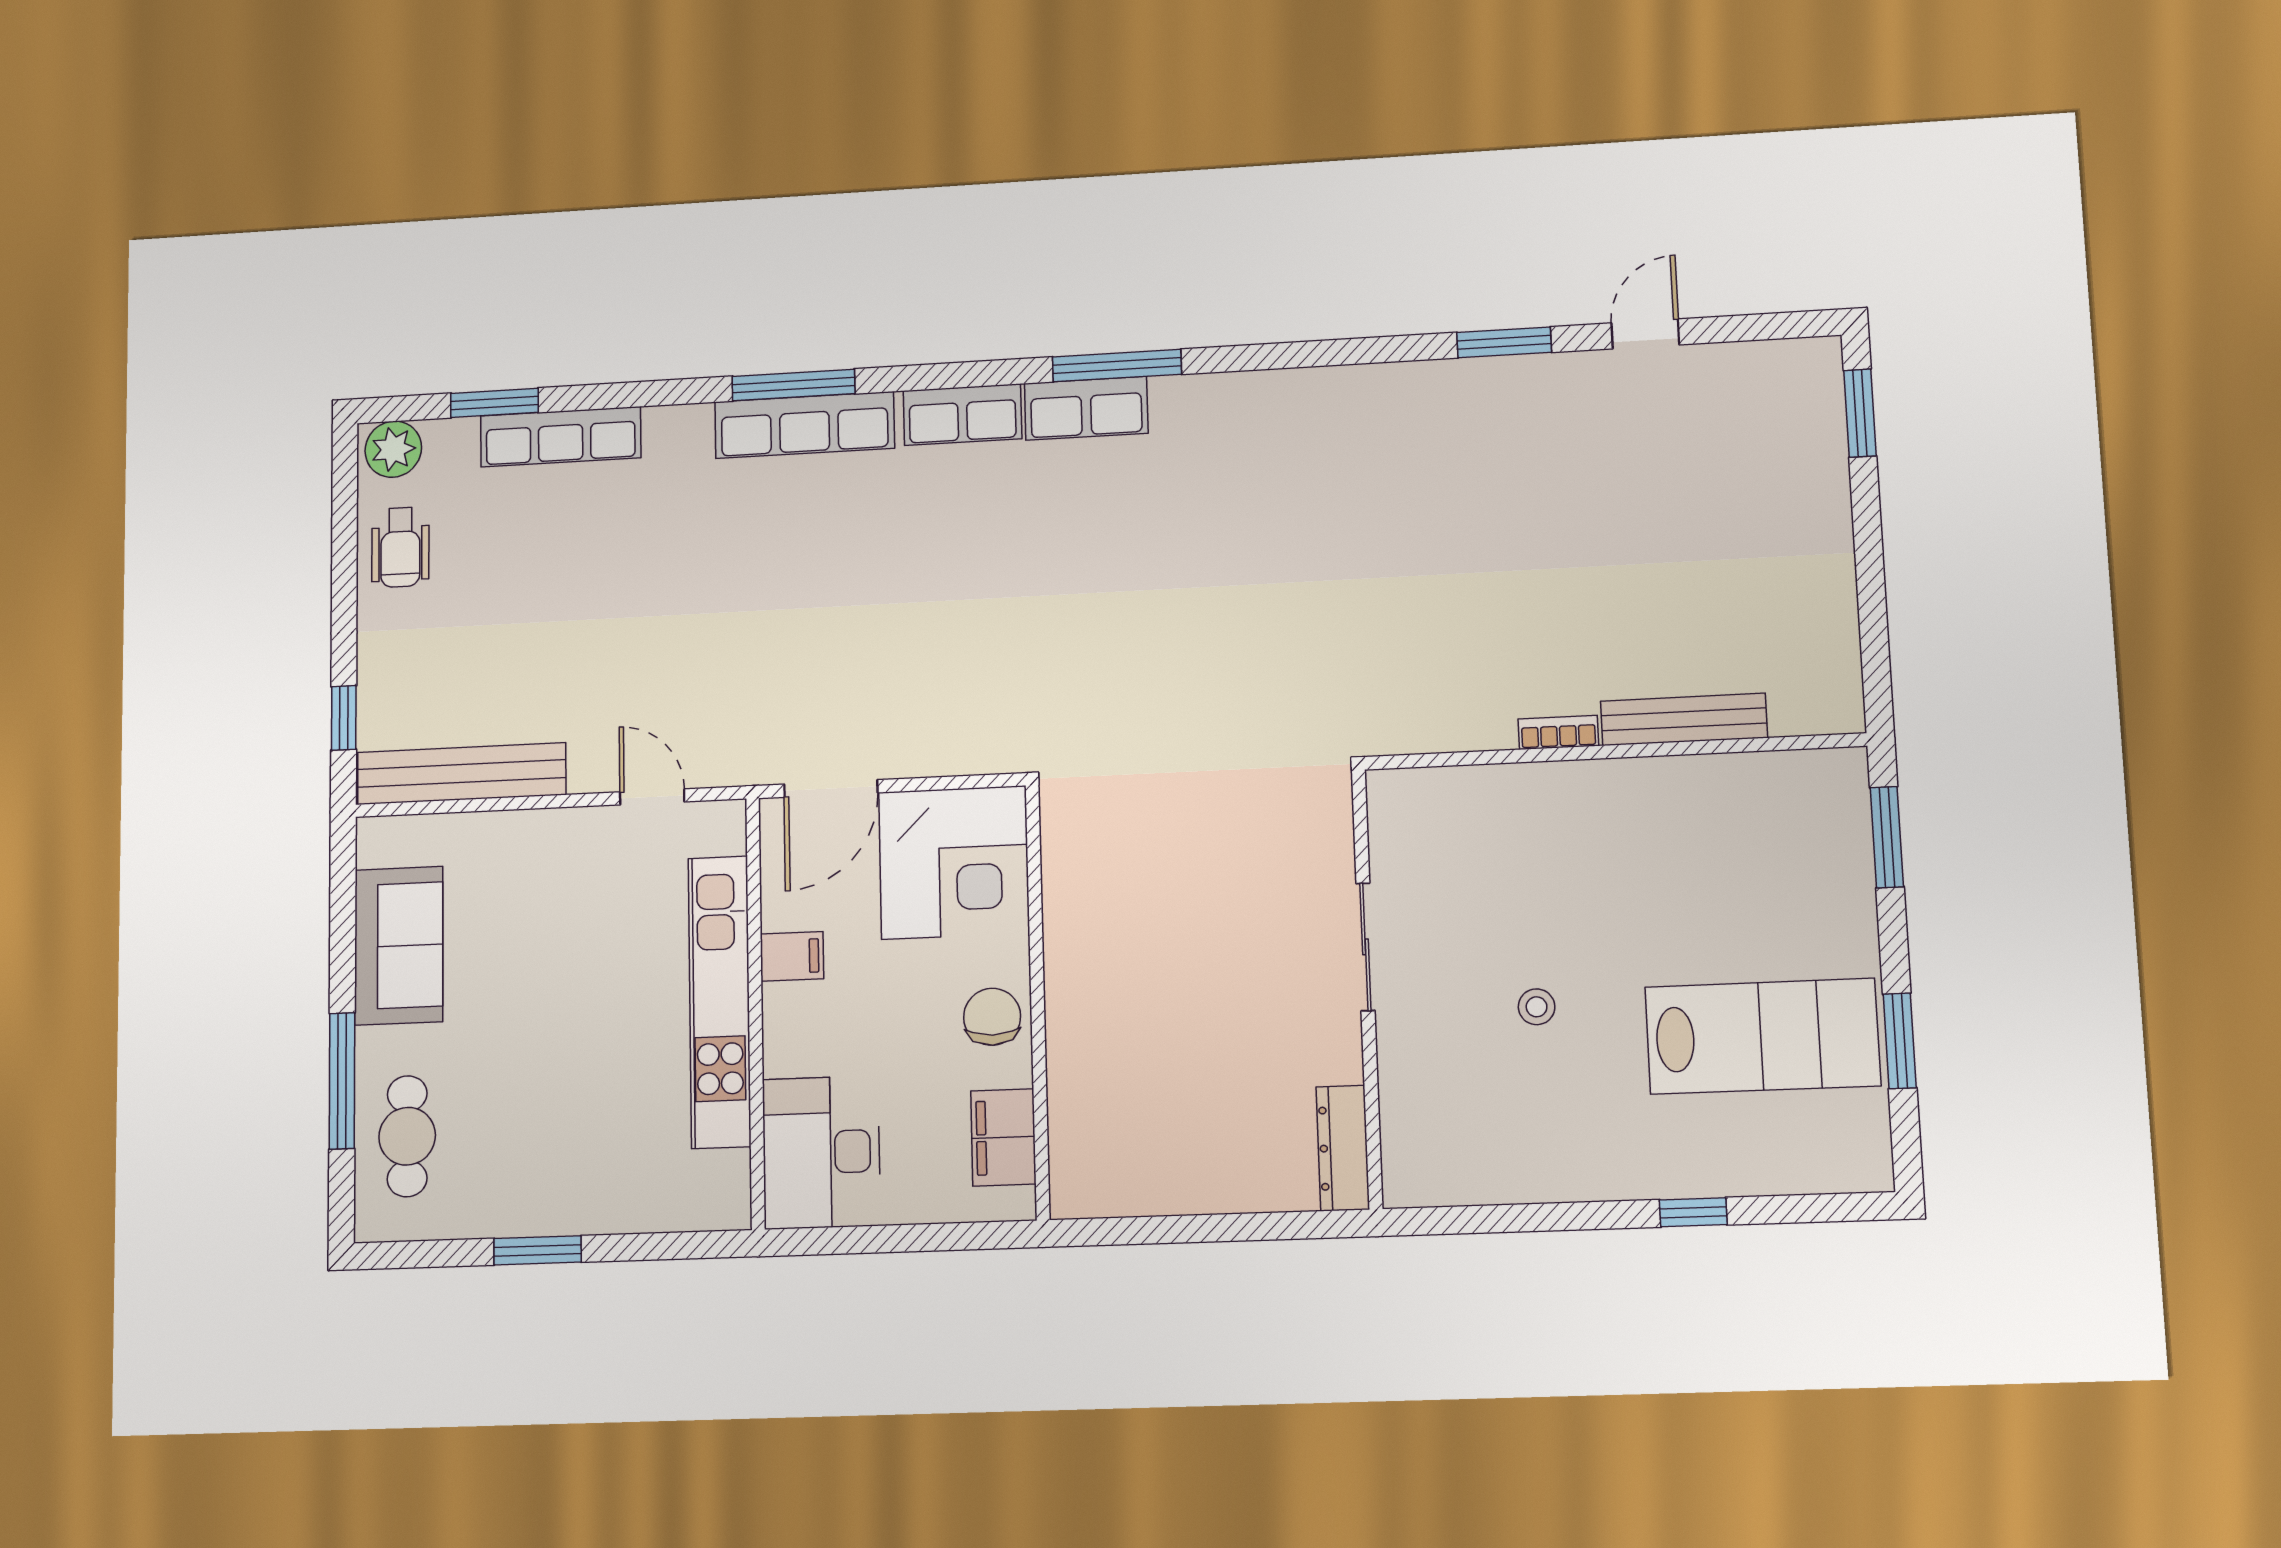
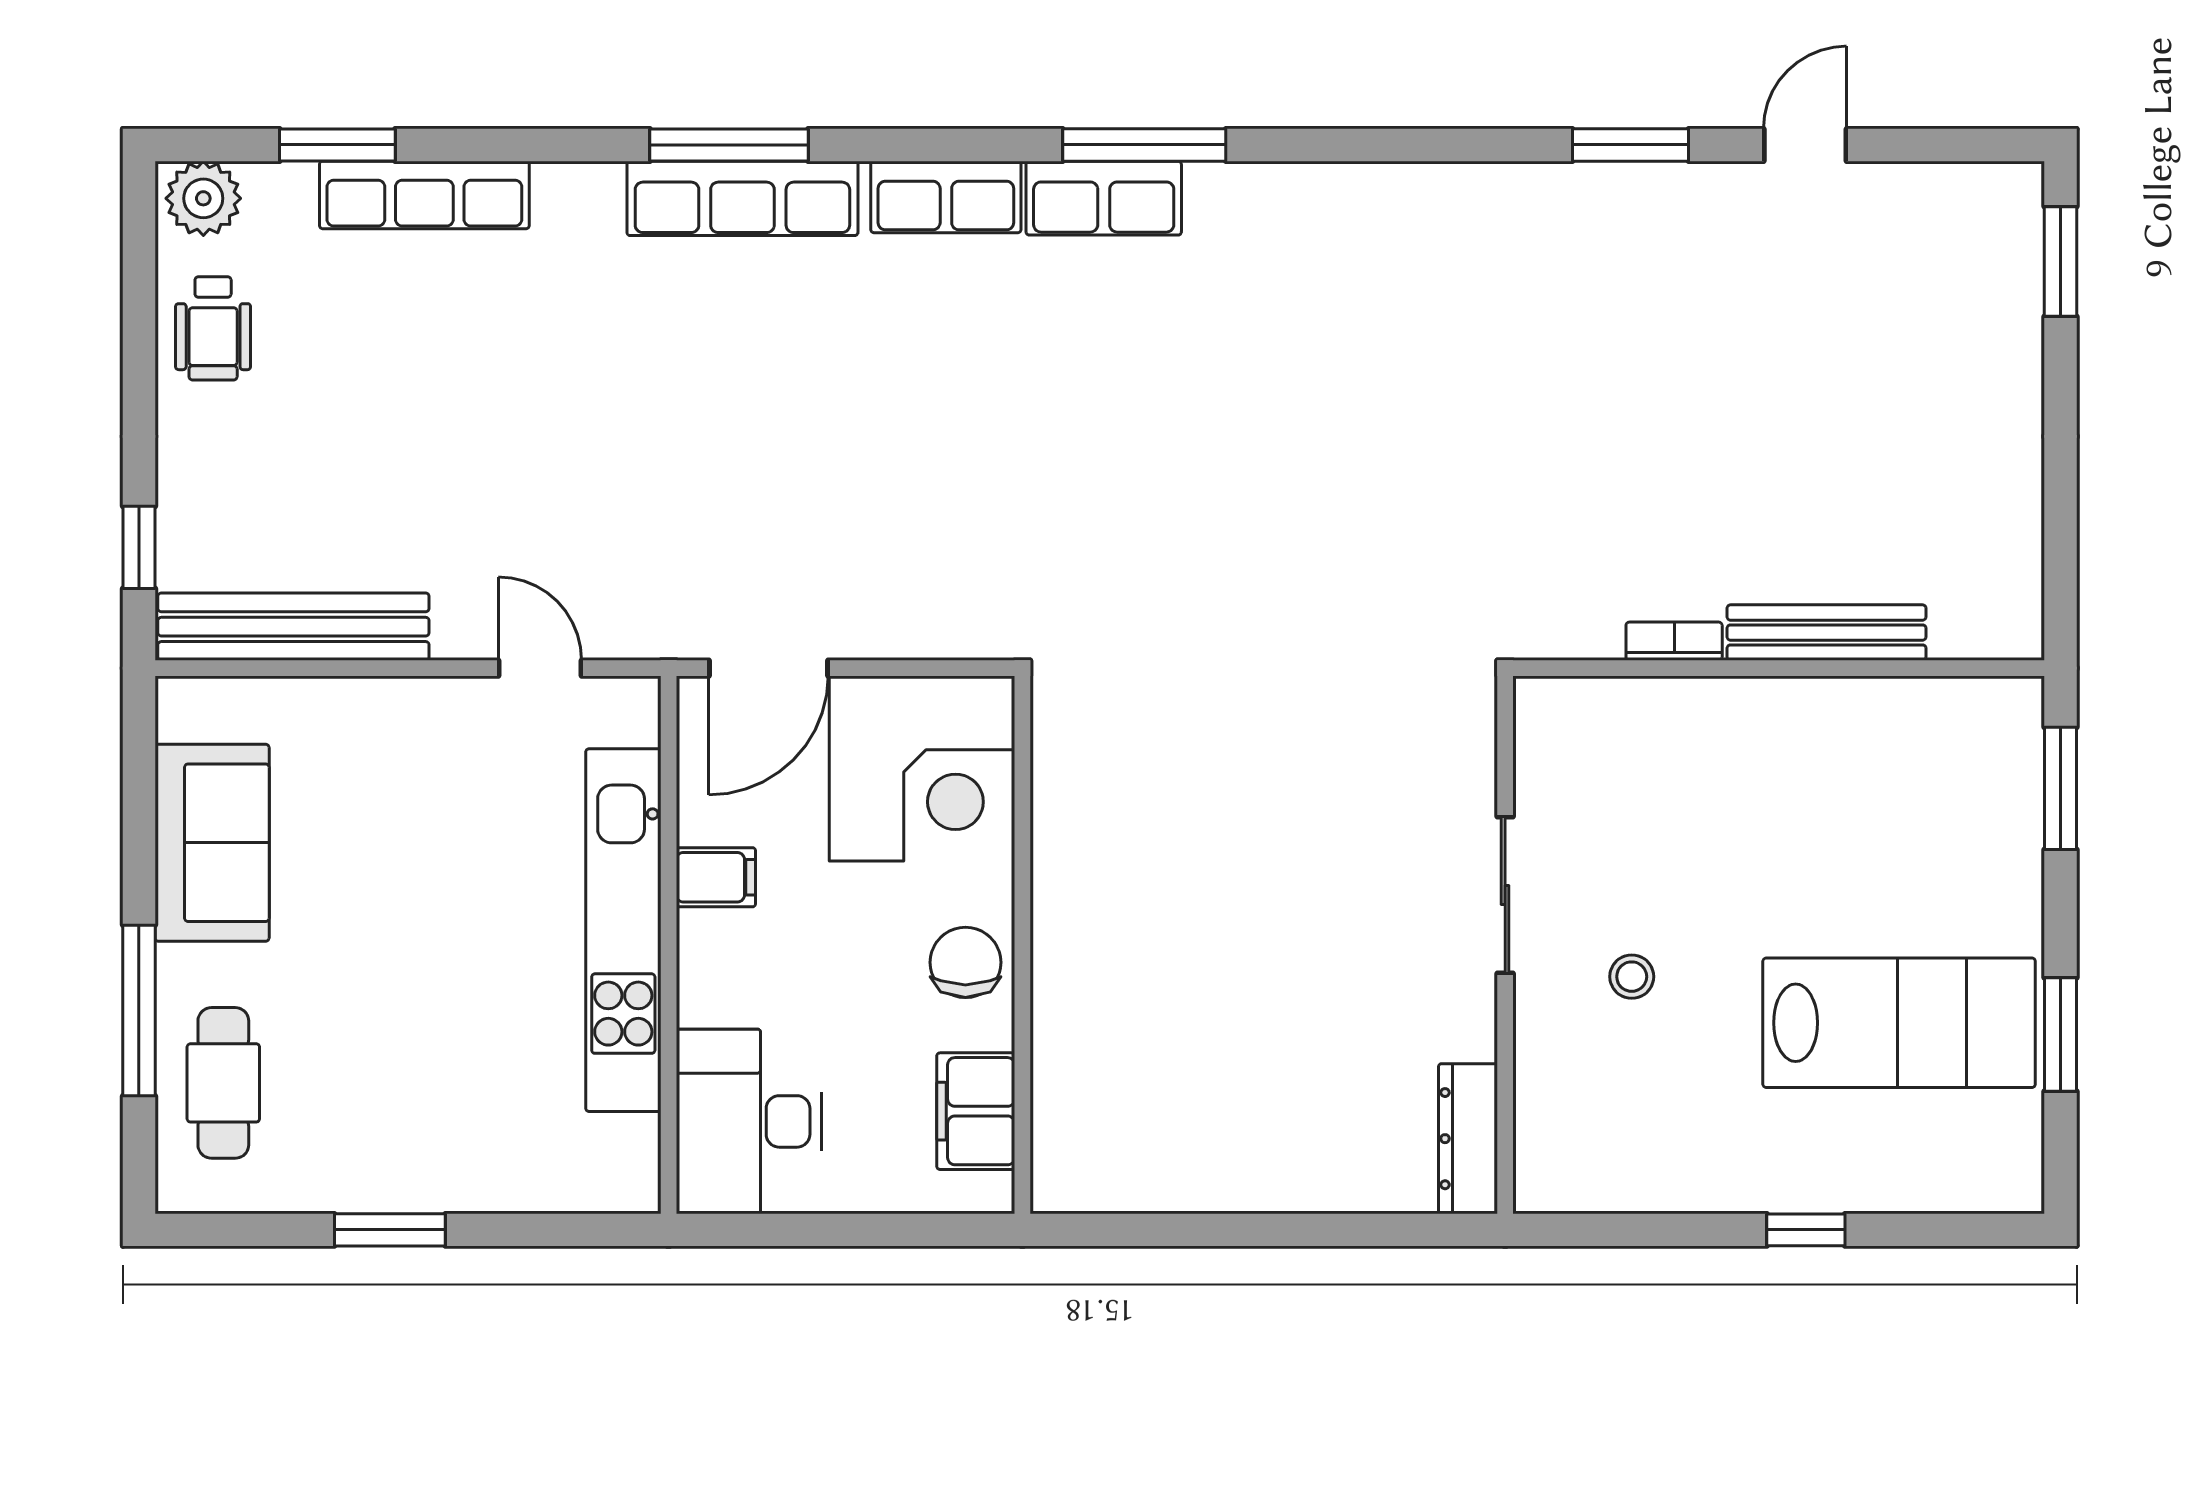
sliding door: (1365, 947) -> (1505, 895), moved
wall: (1367, 987) -> (1505, 945), moved
dresser: (1343, 1148) -> (1468, 1139), moved

